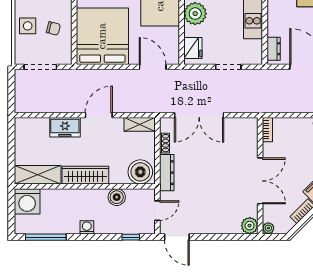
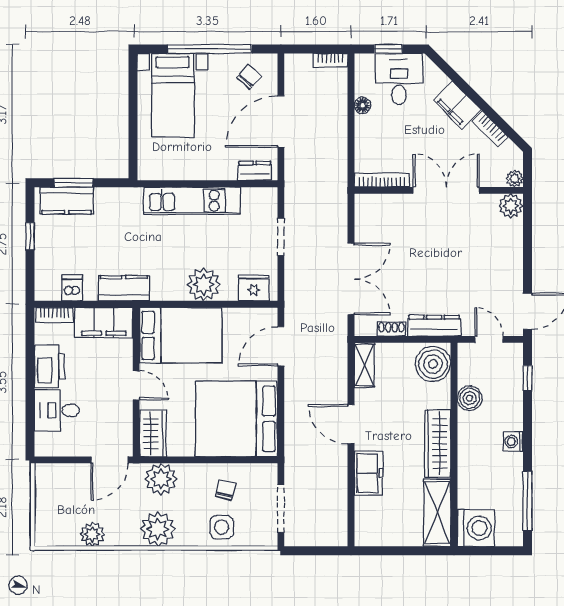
bookcase: (267, 130) -> (382, 180), width x1.56

